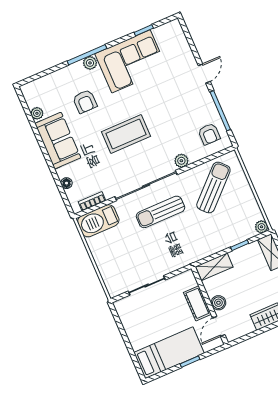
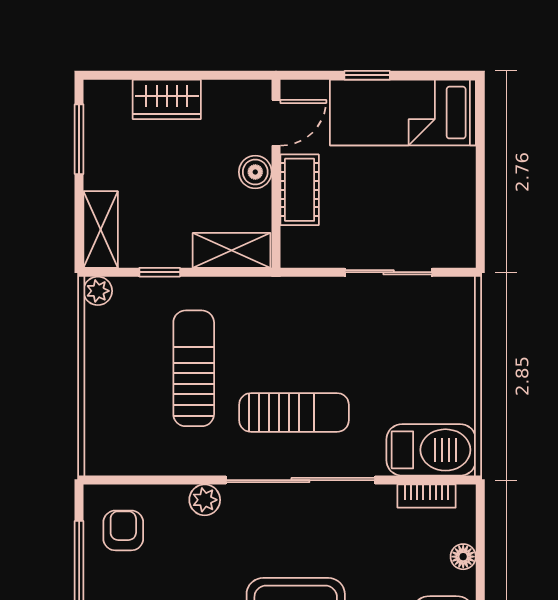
sun lounger: (213, 188) -> (194, 368), moved, turned 134

